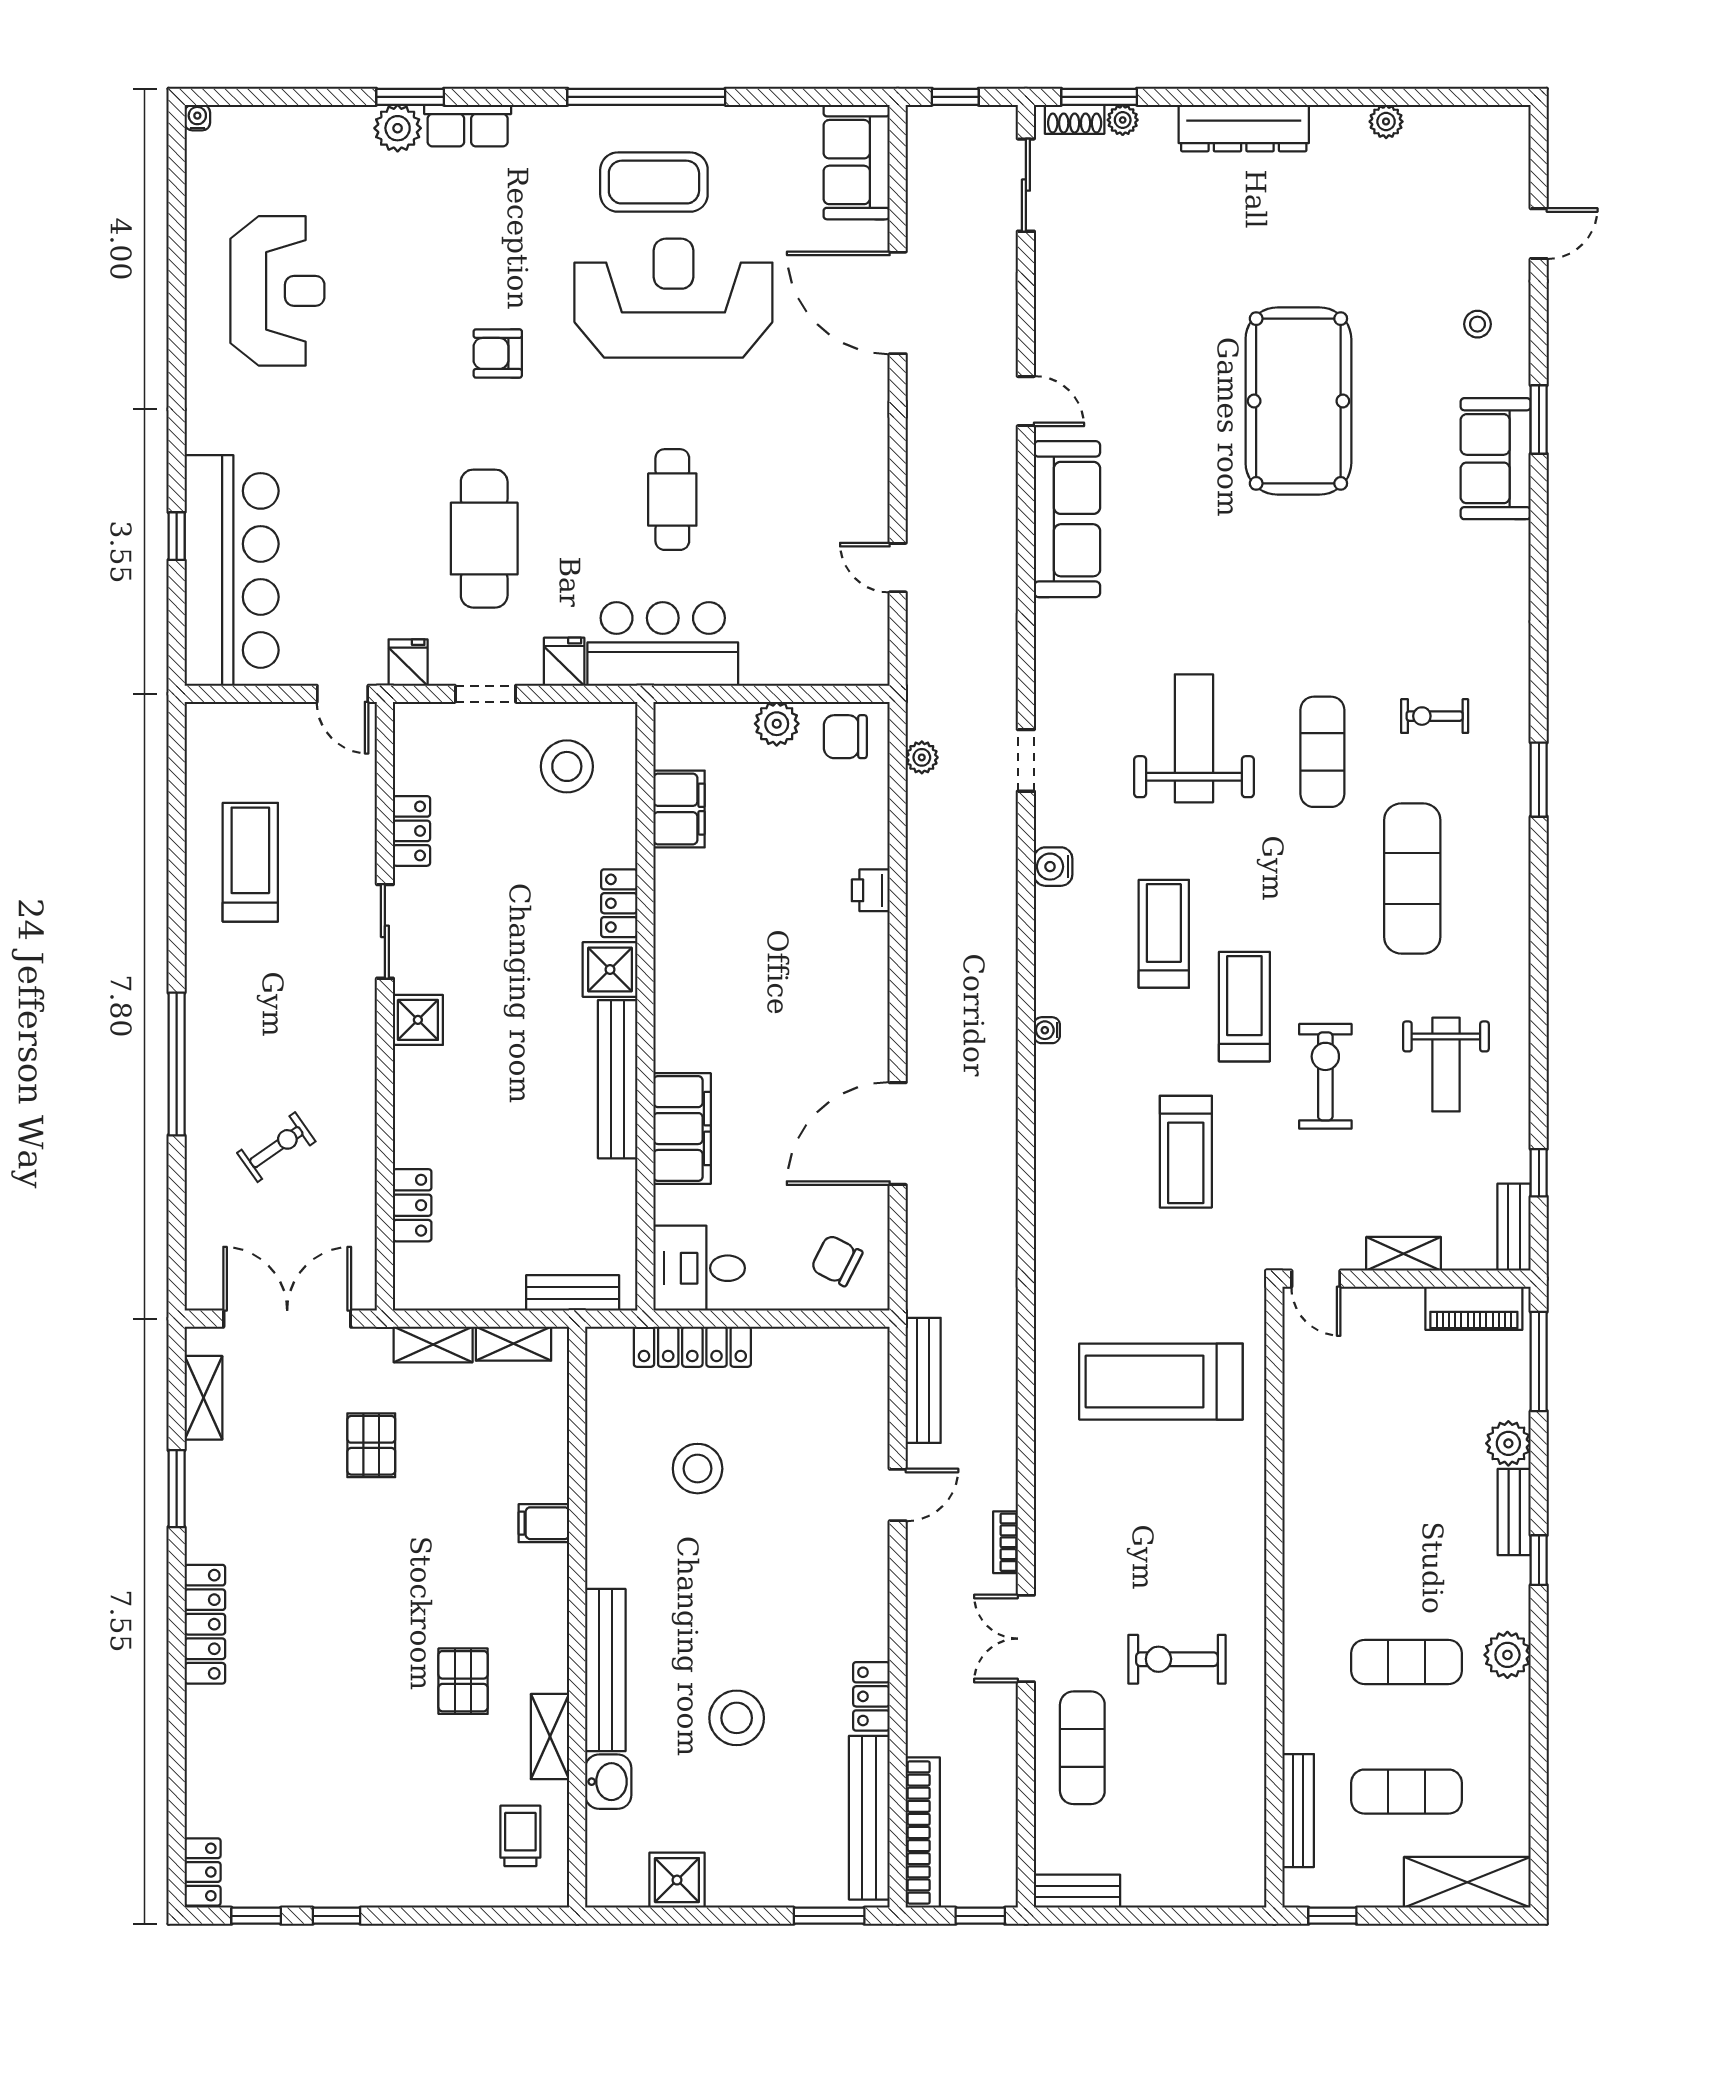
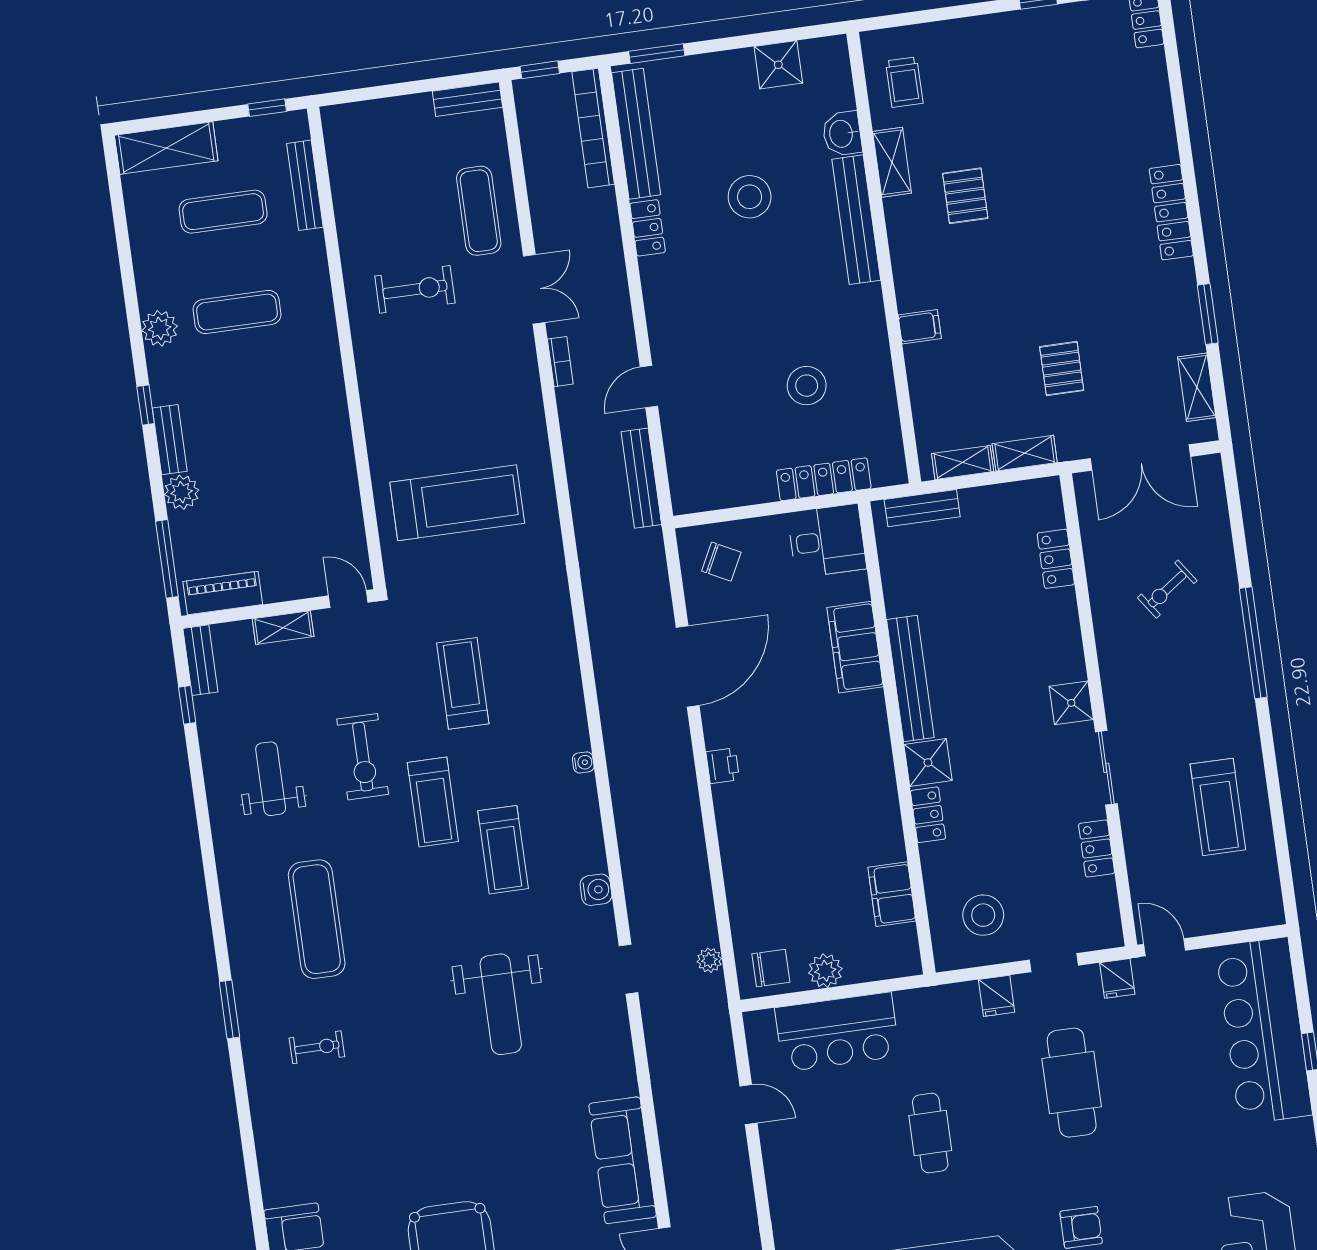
bar counter: (663, 644) -> (837, 1032), moved
exercise mat: (1322, 752) -> (400, 1008), removed
printer: (871, 890) -> (723, 766), moved

